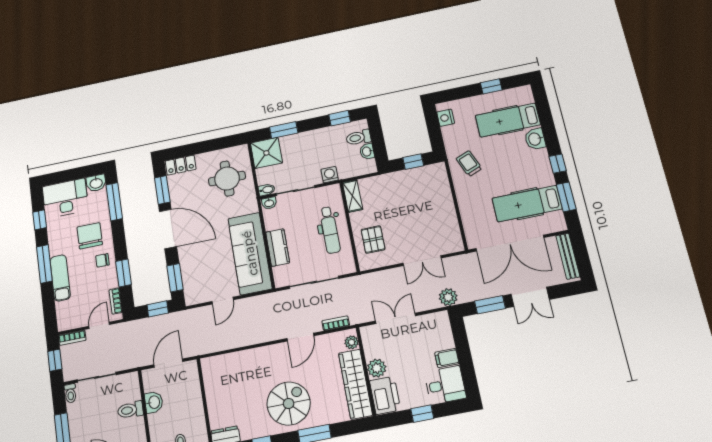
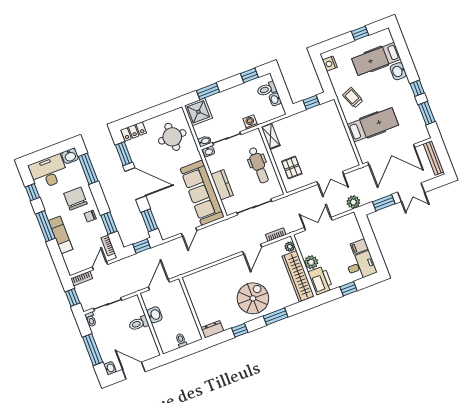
hospital bed: (527, 204) -> (373, 125), moved, turned 180

